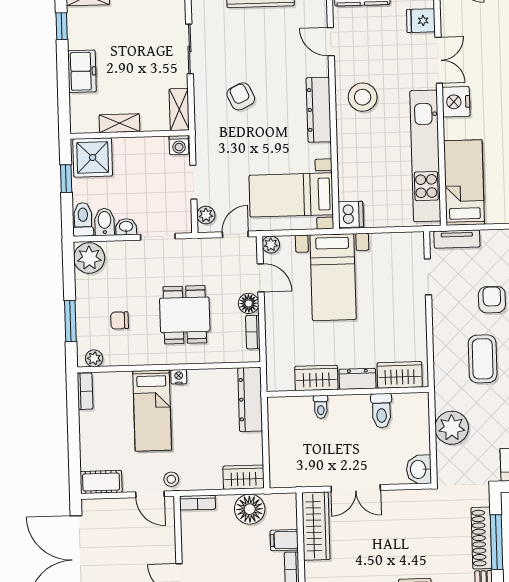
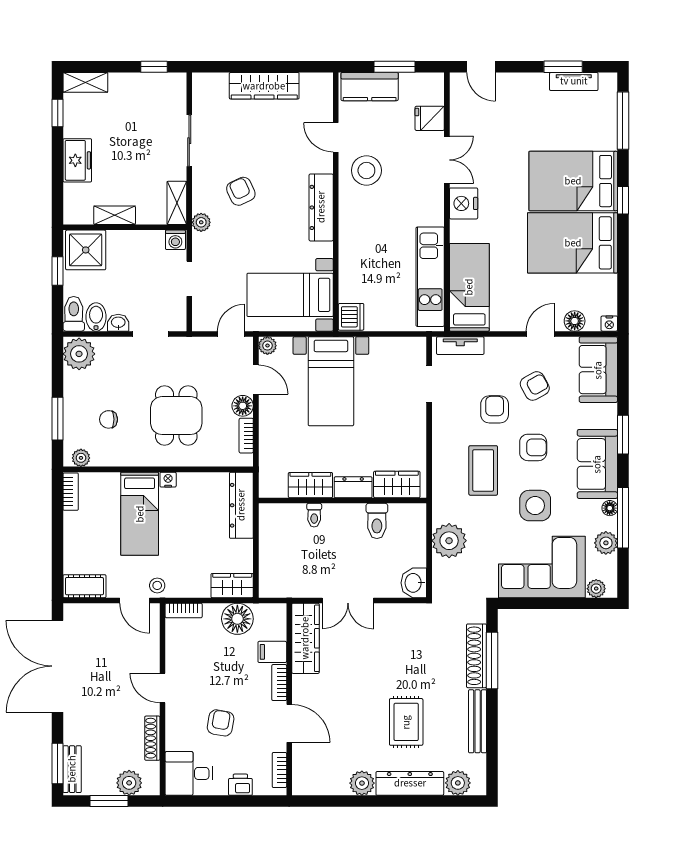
stool: (363, 97) -> (366, 170), moved
kitchen unit: (425, 156) -> (430, 277), width x0.73
plant: (206, 215) -> (201, 222), moved

